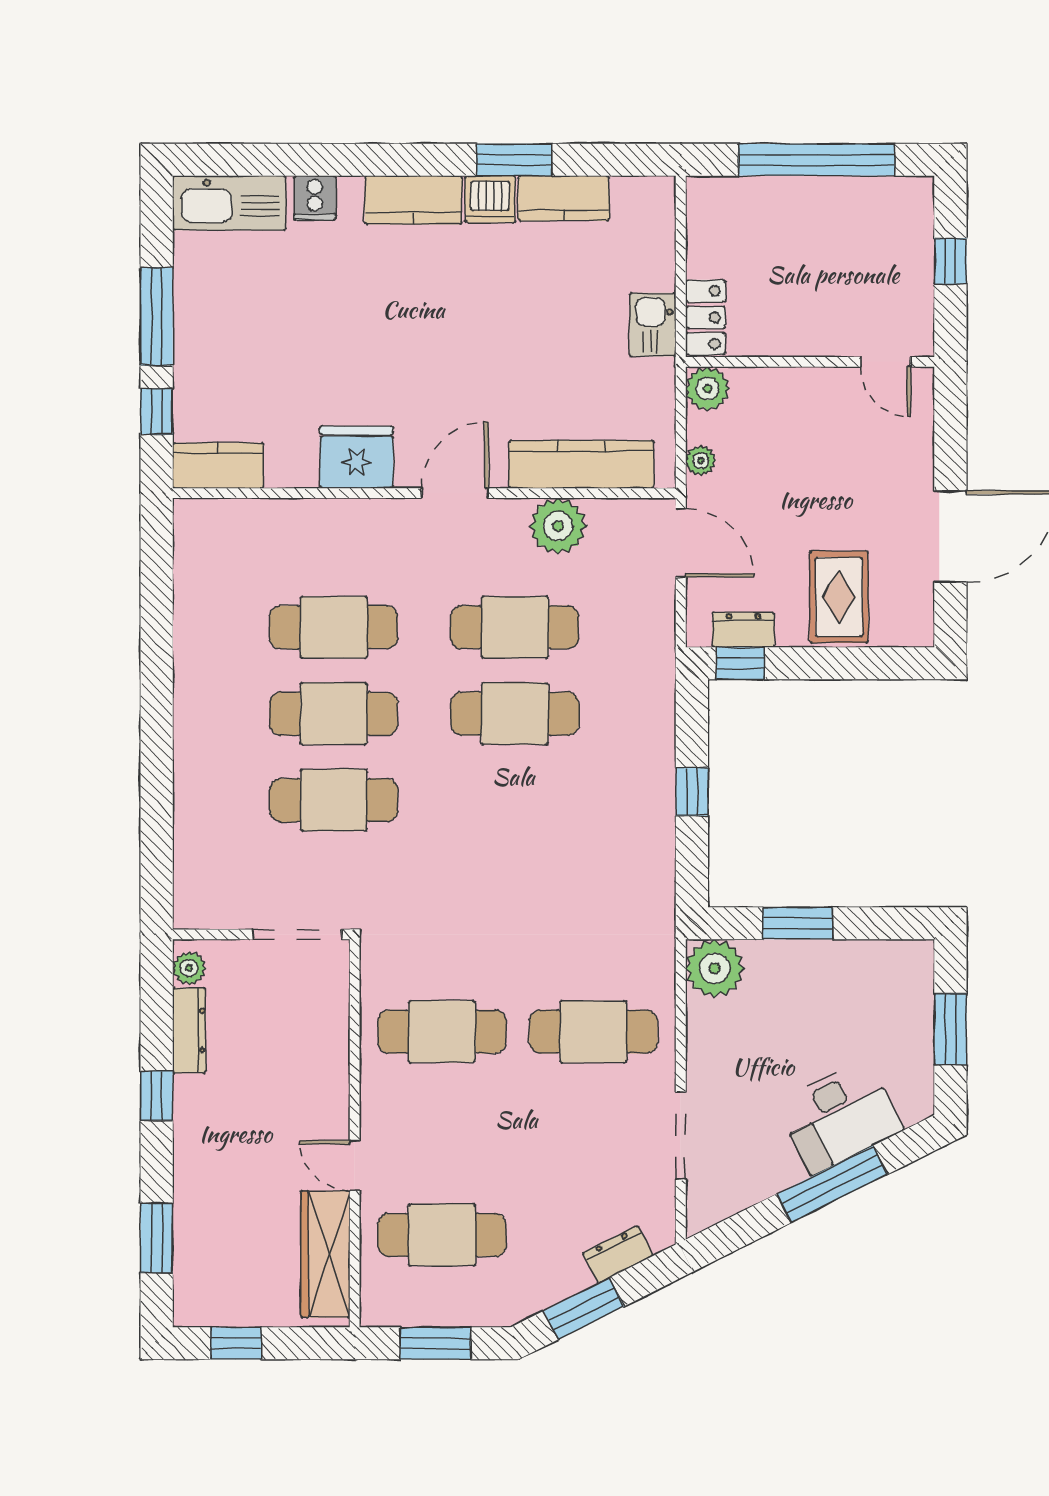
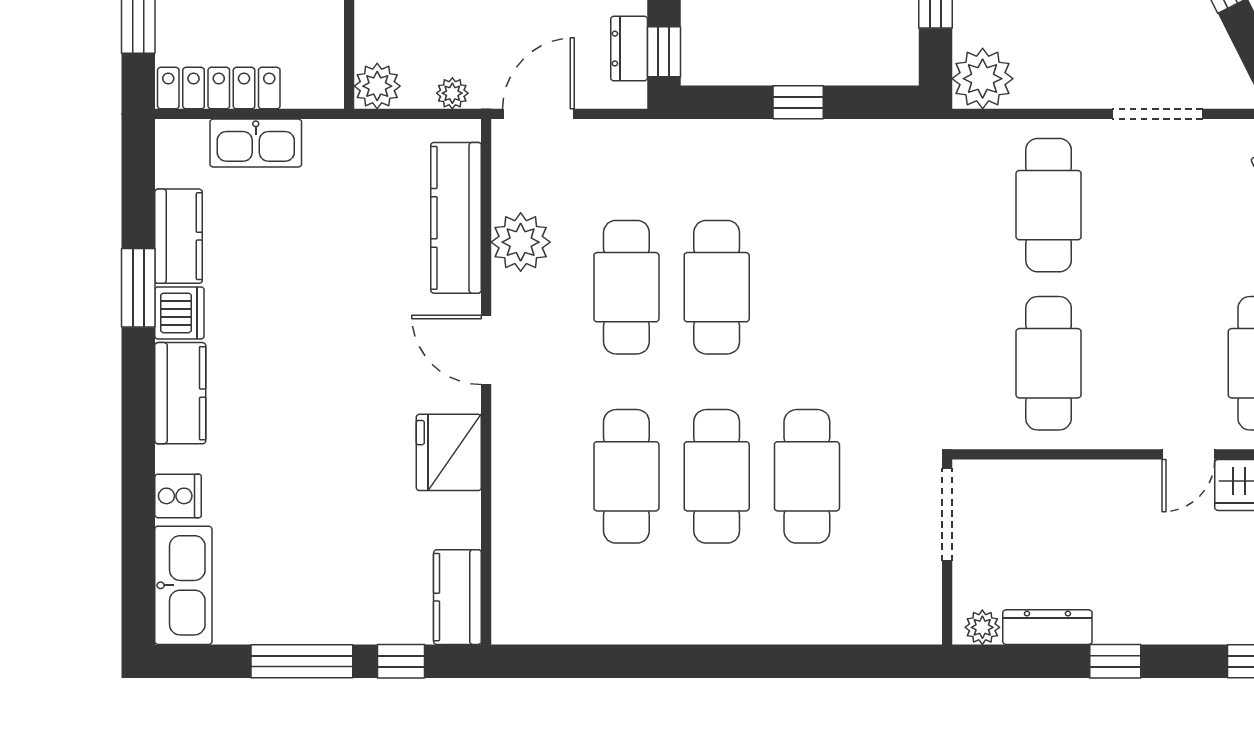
locker: (706, 317) -> (219, 88), moved, width x1.53
kitchen sink: (653, 325) -> (256, 143), moved, width x1.38

